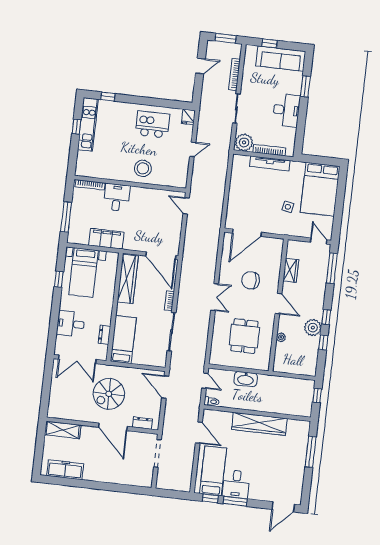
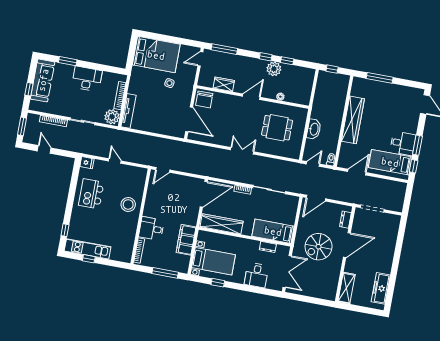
tv unit: (270, 163) -> (129, 111), moved
chair: (251, 280) -> (204, 99), moved
spiral stairs: (109, 394) -> (319, 247), turned 90

